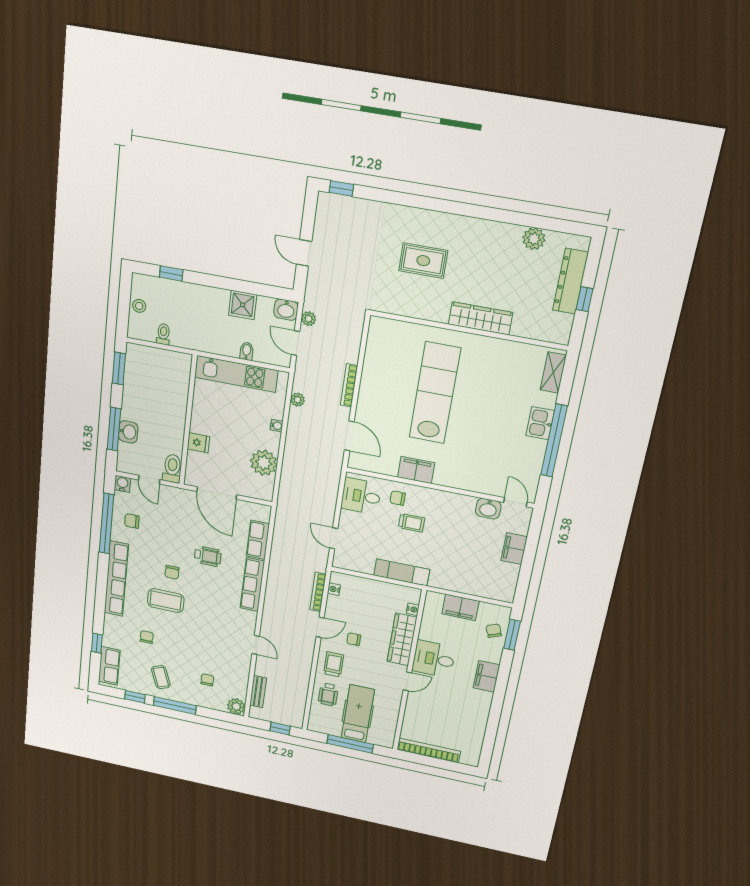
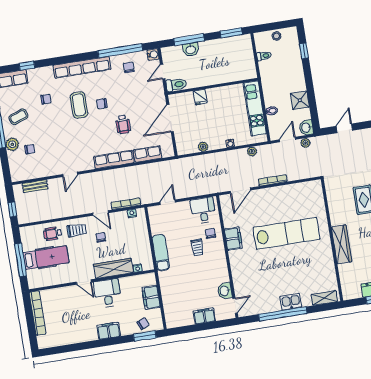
plant: (264, 463) -> (203, 147), width x0.53, depth x0.53
plant: (236, 706) -> (12, 144), moved

